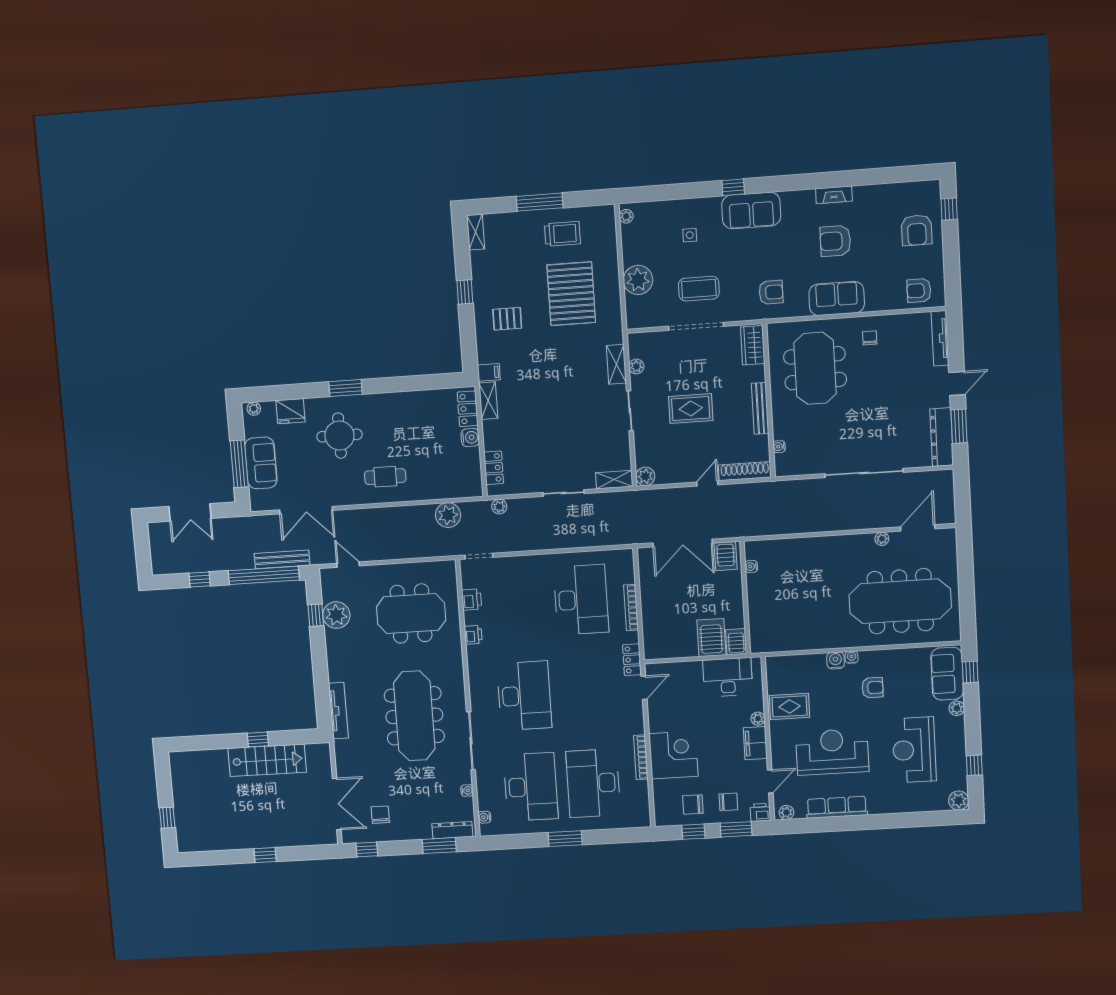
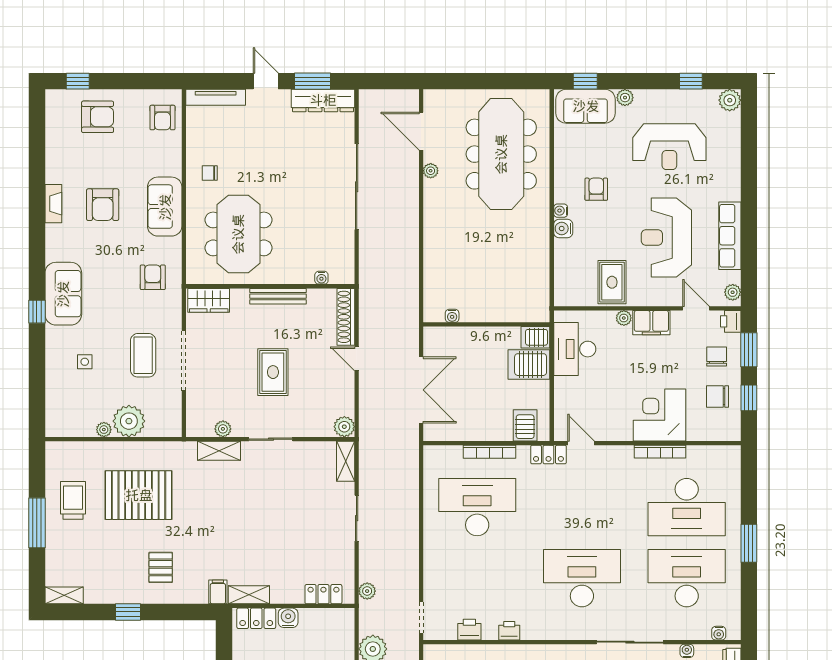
plant: (626, 216) -> (104, 430), moved
meeting table: (815, 368) -> (238, 234), turned 90
server rack: (726, 556) -> (525, 425), moved, turned -90
chair: (693, 804) -> (717, 397), turned 90

